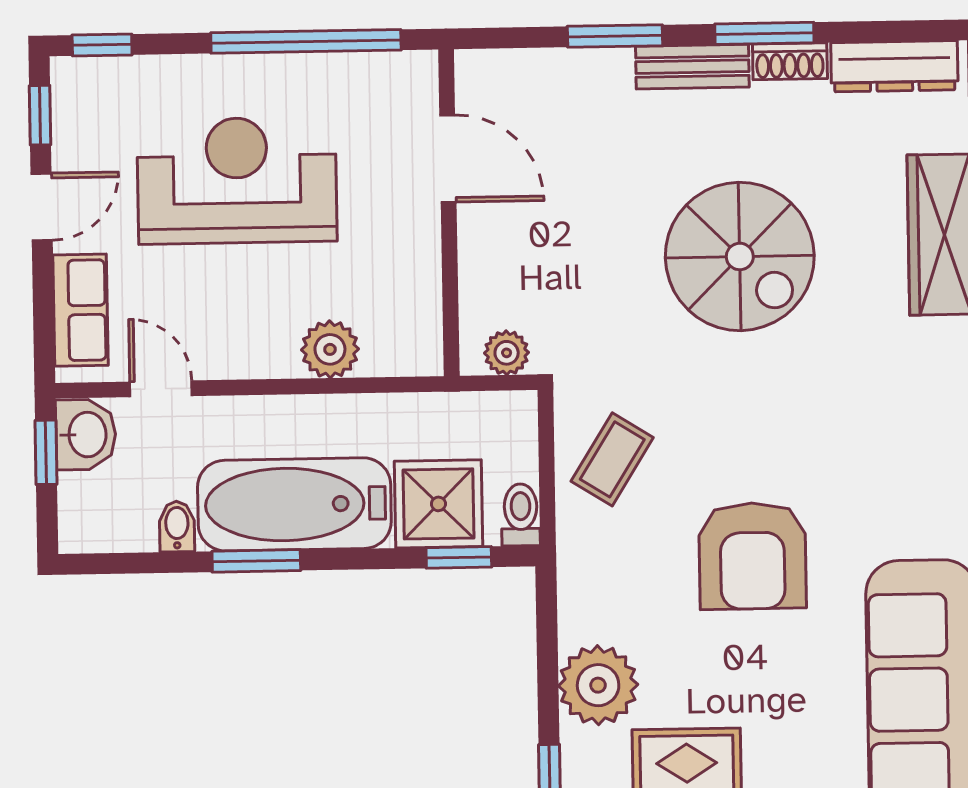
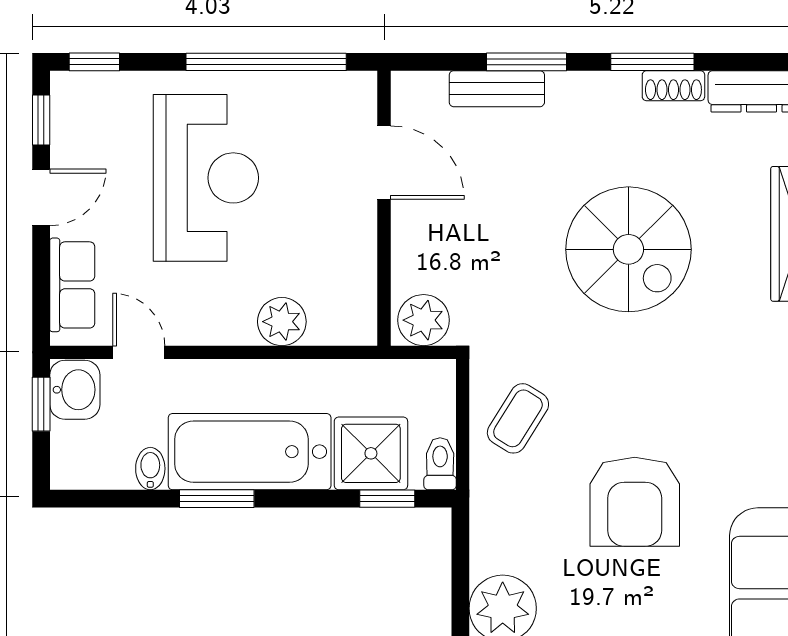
bench: (692, 67) -> (497, 89), moved
reception desk: (237, 180) -> (206, 178), turned 90
plant: (507, 353) -> (424, 320), width x1.38, depth x1.38

